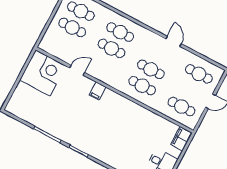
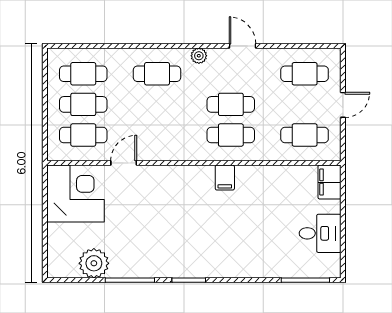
plant: (148, 34) -> (199, 56), added
cafe table: (111, 48) -> (83, 135), moved
filing cabinet: (98, 91) -> (225, 178), moved
plant: (33, 115) -> (94, 263), added

